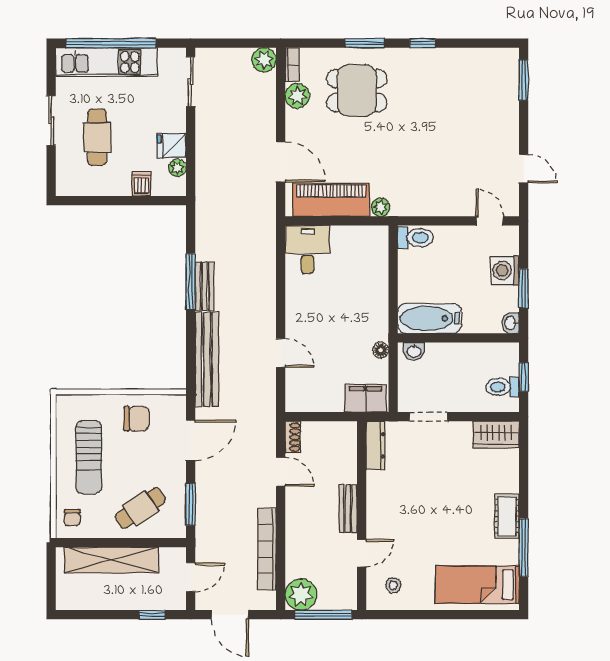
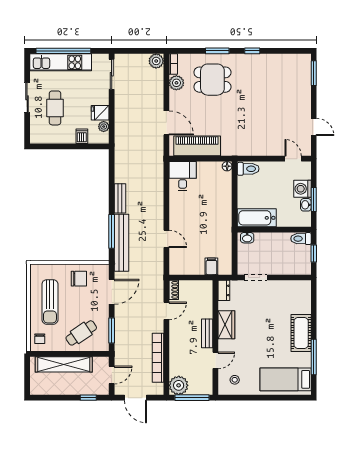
plant: (381, 207) -> (227, 150), removed
window: (191, 282) -> (112, 231), moved
washbasin: (511, 323) -> (306, 205), moved
floor lamp: (381, 350) -> (227, 166), moved
toilet: (502, 387) -> (301, 239), moved
filing cabinet: (365, 398) -> (211, 266), width x0.50
wardrobe: (496, 435) -> (226, 325), moved, turned -90
dresser: (376, 445) -> (224, 290), width x0.70
door: (281, 472) -> (166, 311), hinge flipped
cot: (507, 516) -> (301, 333), width x1.37, depth x1.34

